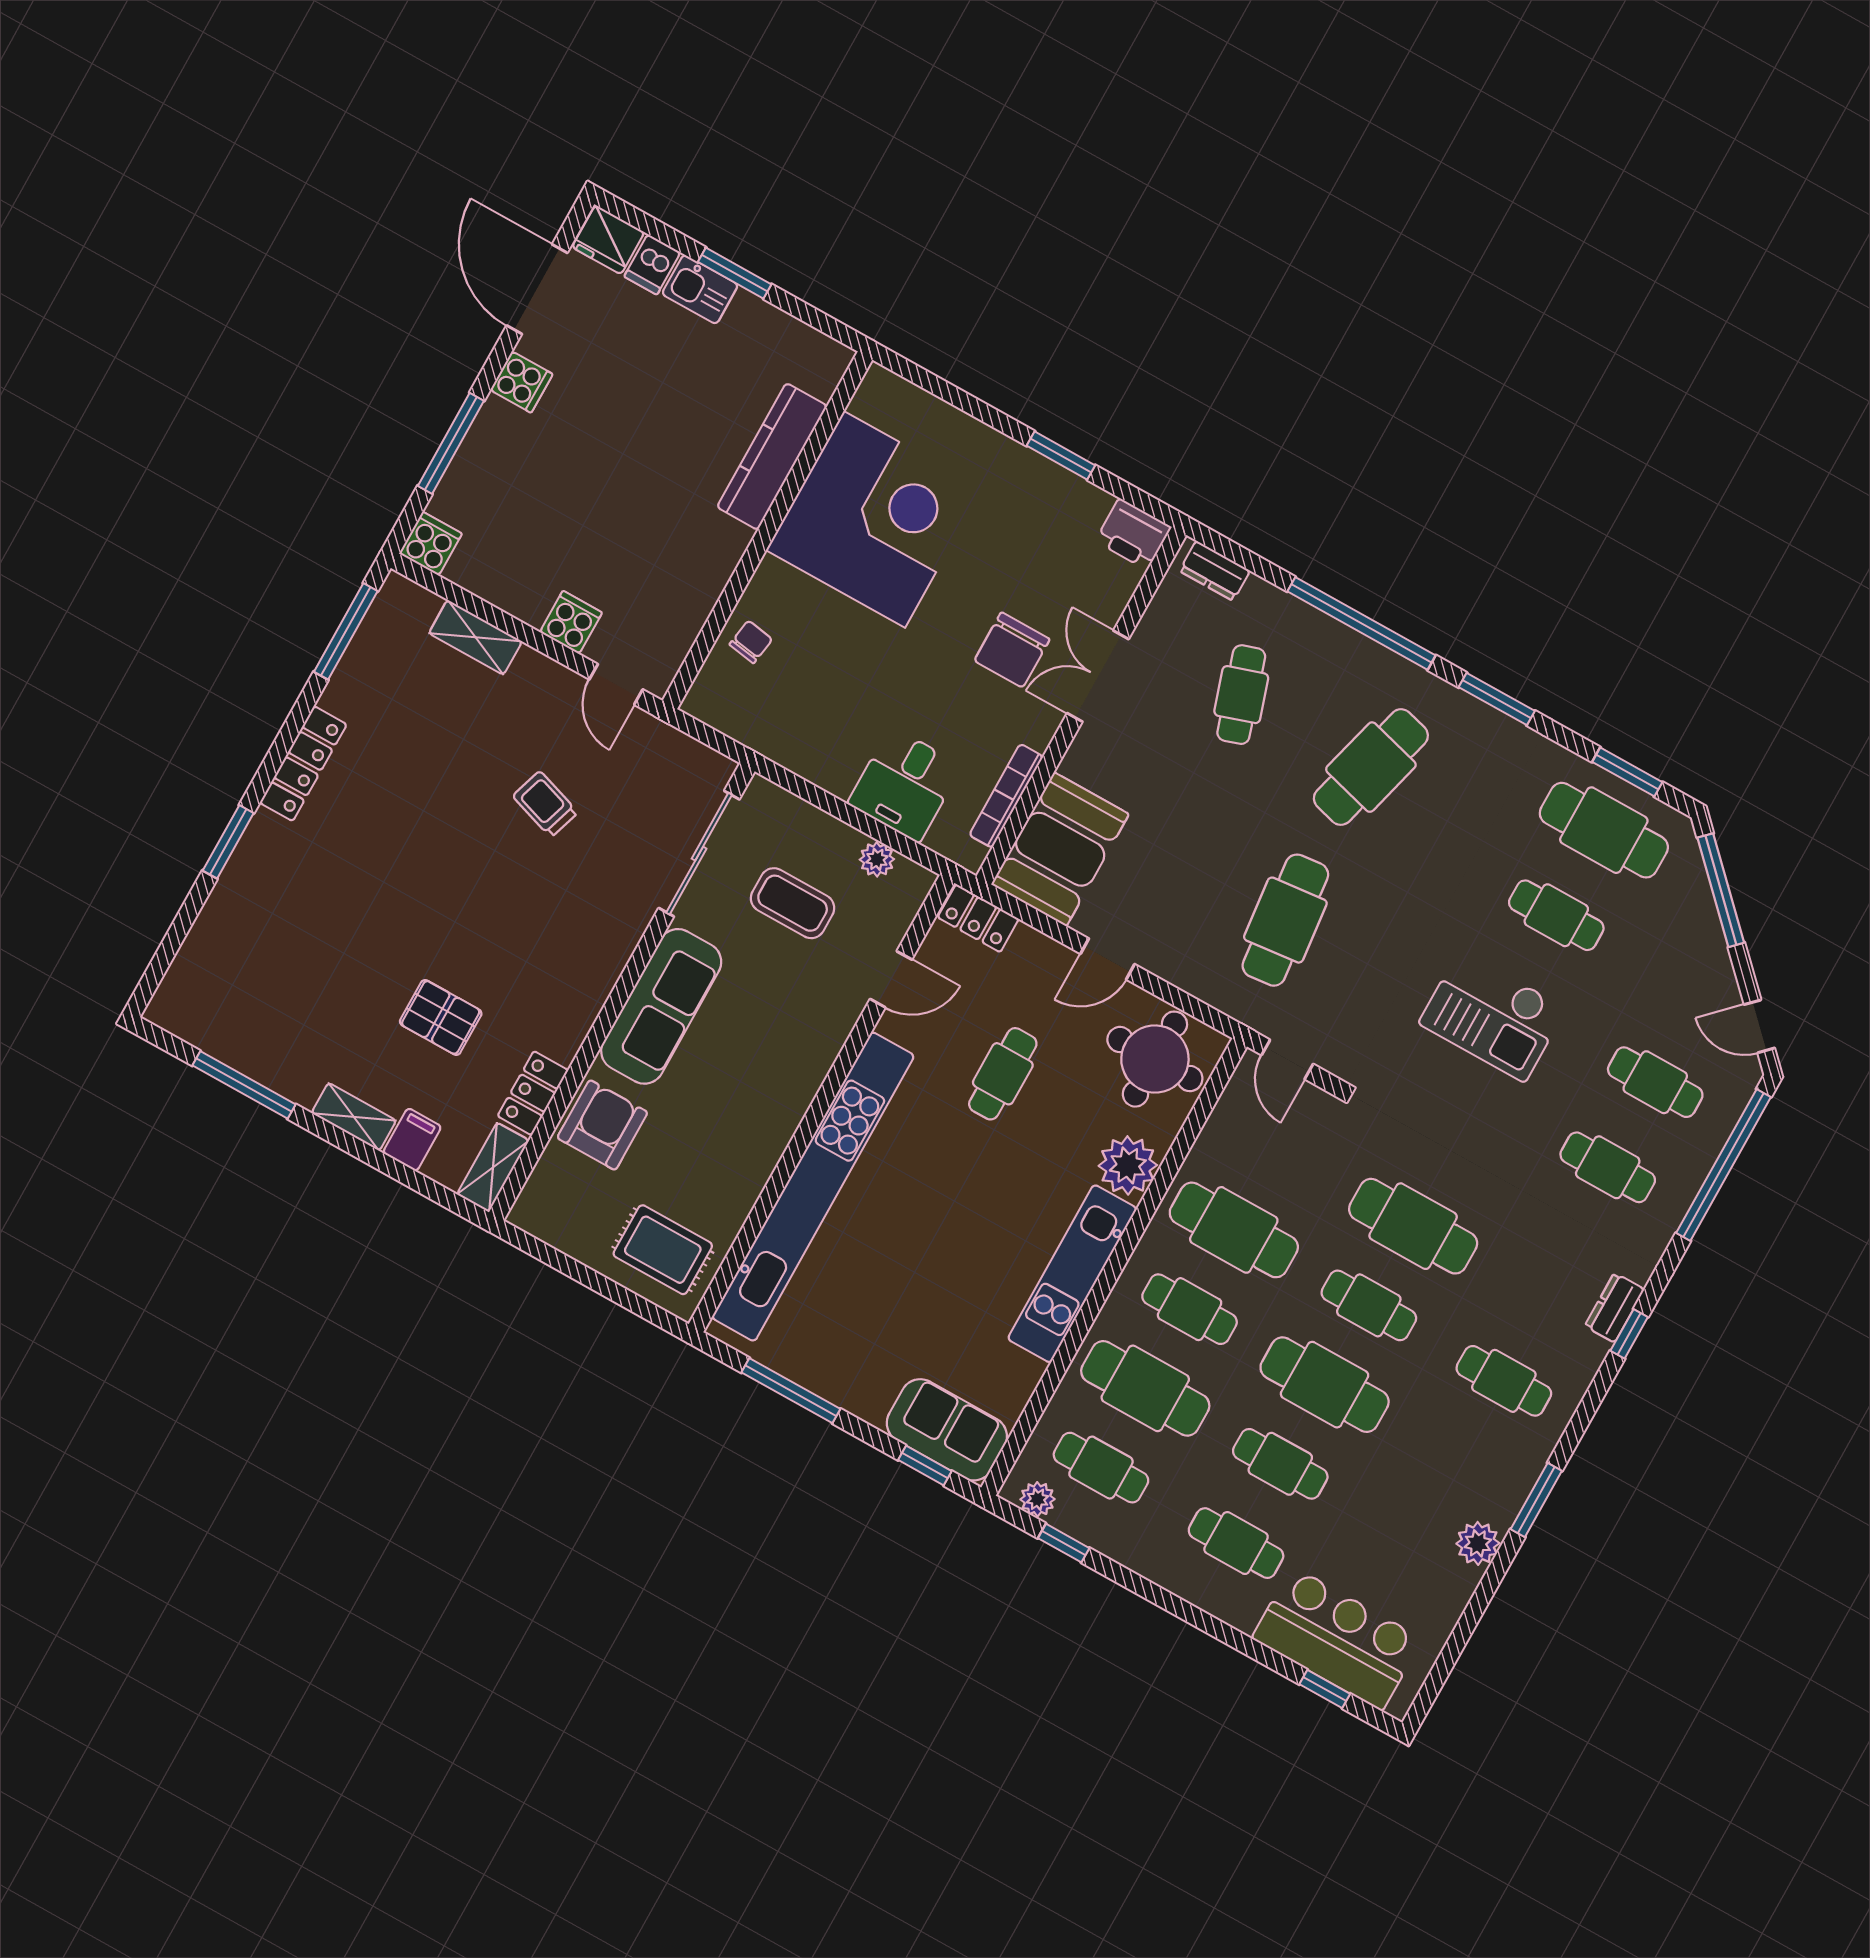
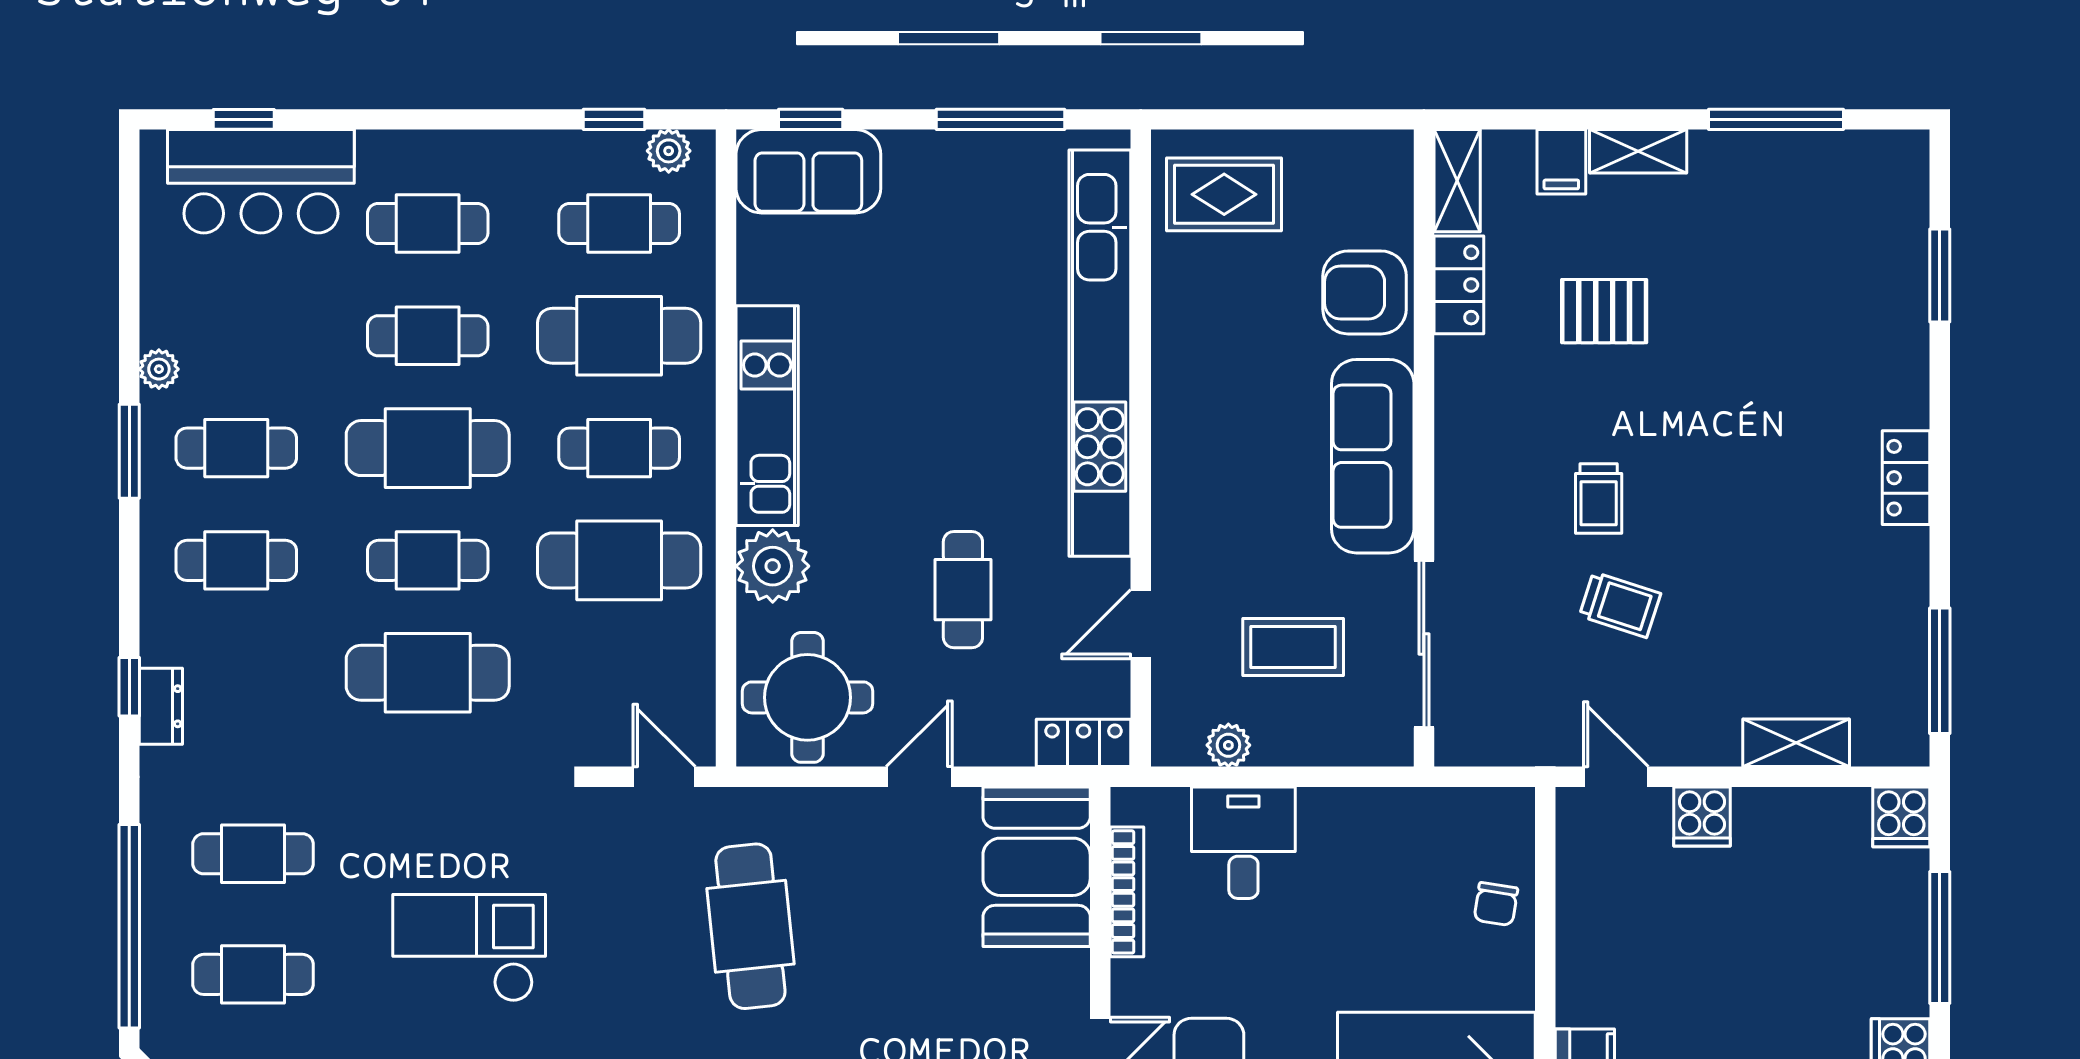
locker: (303, 764) -> (1906, 478), width x0.66
window: (228, 842) -> (1940, 276), moved
trolley: (518, 887) -> (1599, 498), added
armchair: (602, 1125) -> (1365, 292), turned 90
cafe table: (1460, 1460) -> (236, 448), added
plant: (1478, 1543) -> (159, 369), width x0.73, depth x0.73

